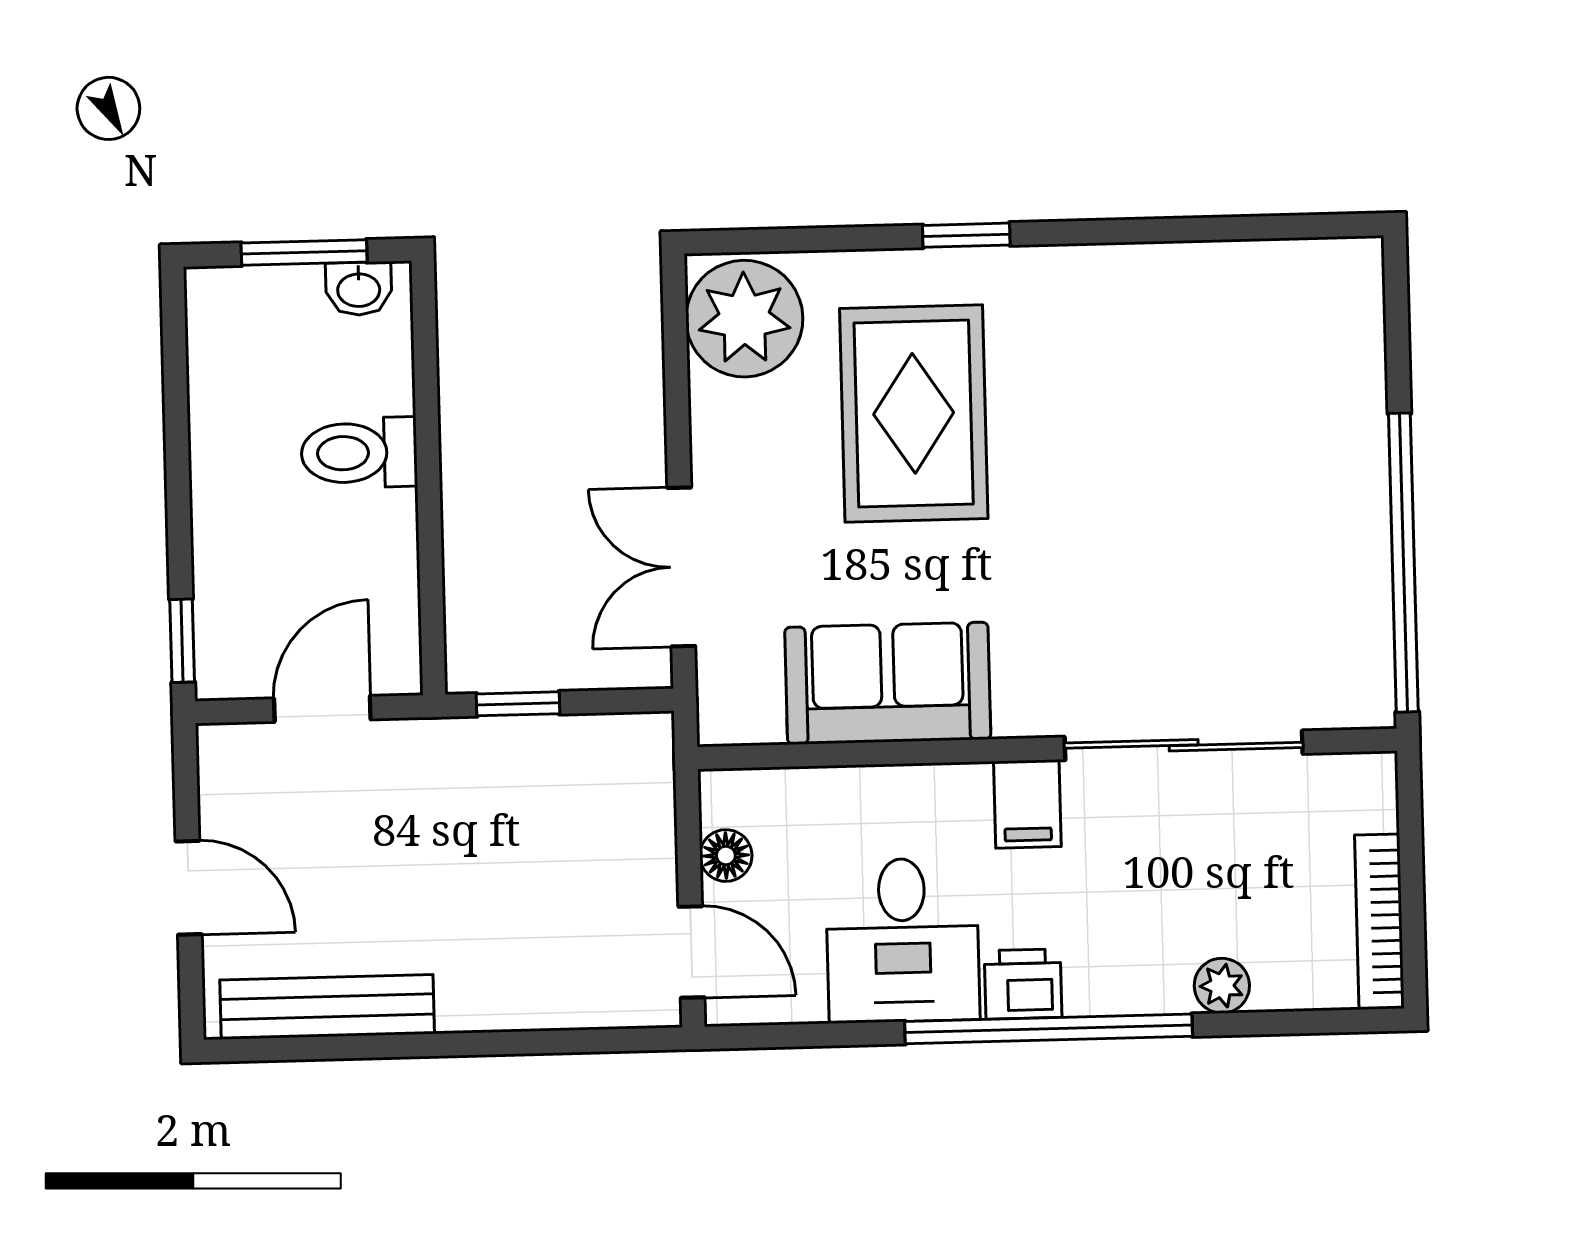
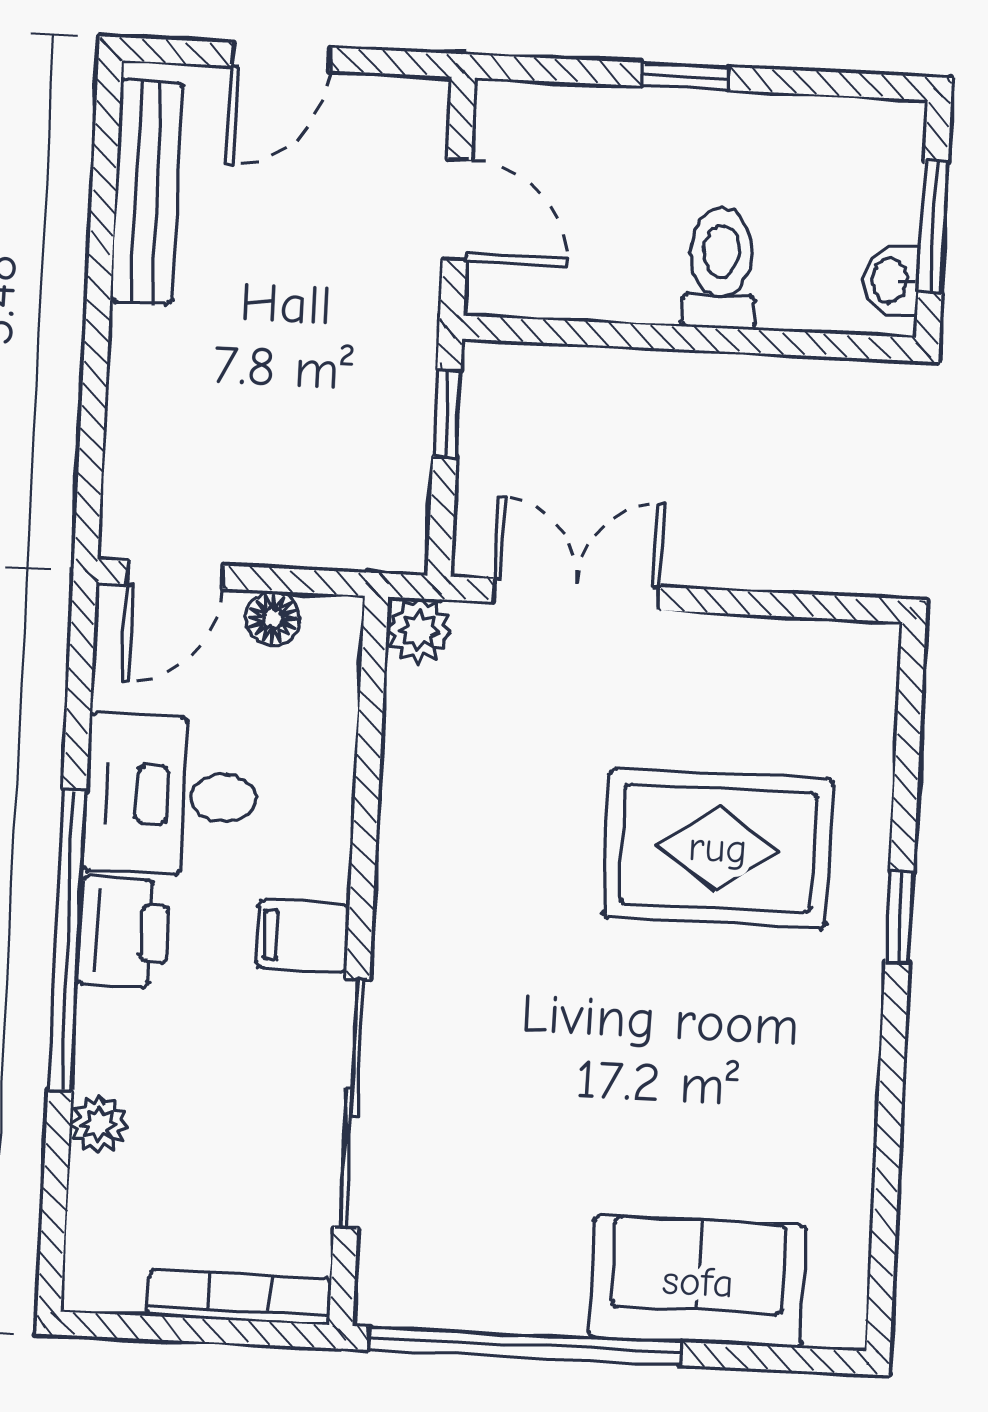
plant: (744, 319) -> (419, 631), moved, width x0.53, depth x0.53
window: (182, 641) -> (686, 77), moved
sofa: (888, 683) -> (698, 1282), moved, turned -90
bookcase: (1379, 922) -> (239, 1297), moved
printer: (1023, 984) -> (124, 932), width x1.36, depth x1.24

